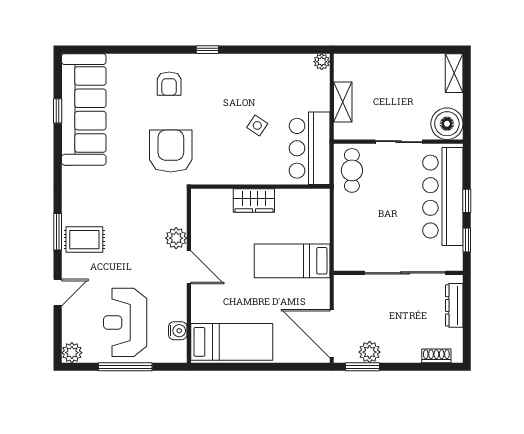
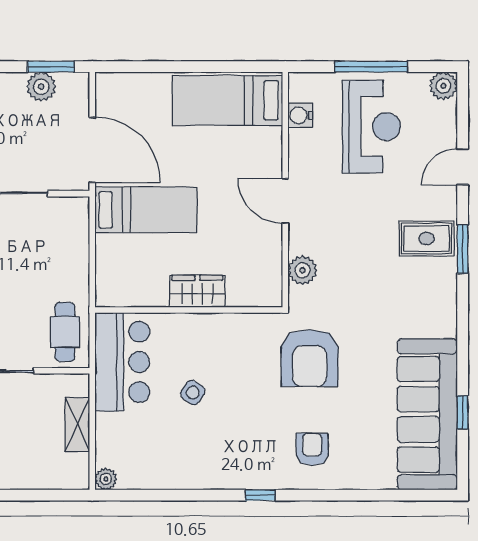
plant: (176, 238) -> (302, 270), moved
door: (332, 334) -> (92, 150), moved

